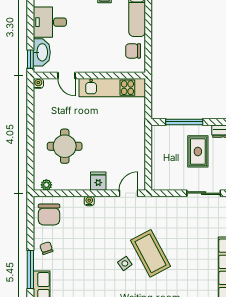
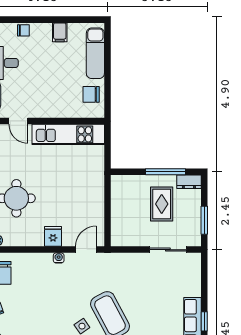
window: (184, 122) -> (166, 172), moved
water cooler: (89, 201) -> (59, 258), moved

